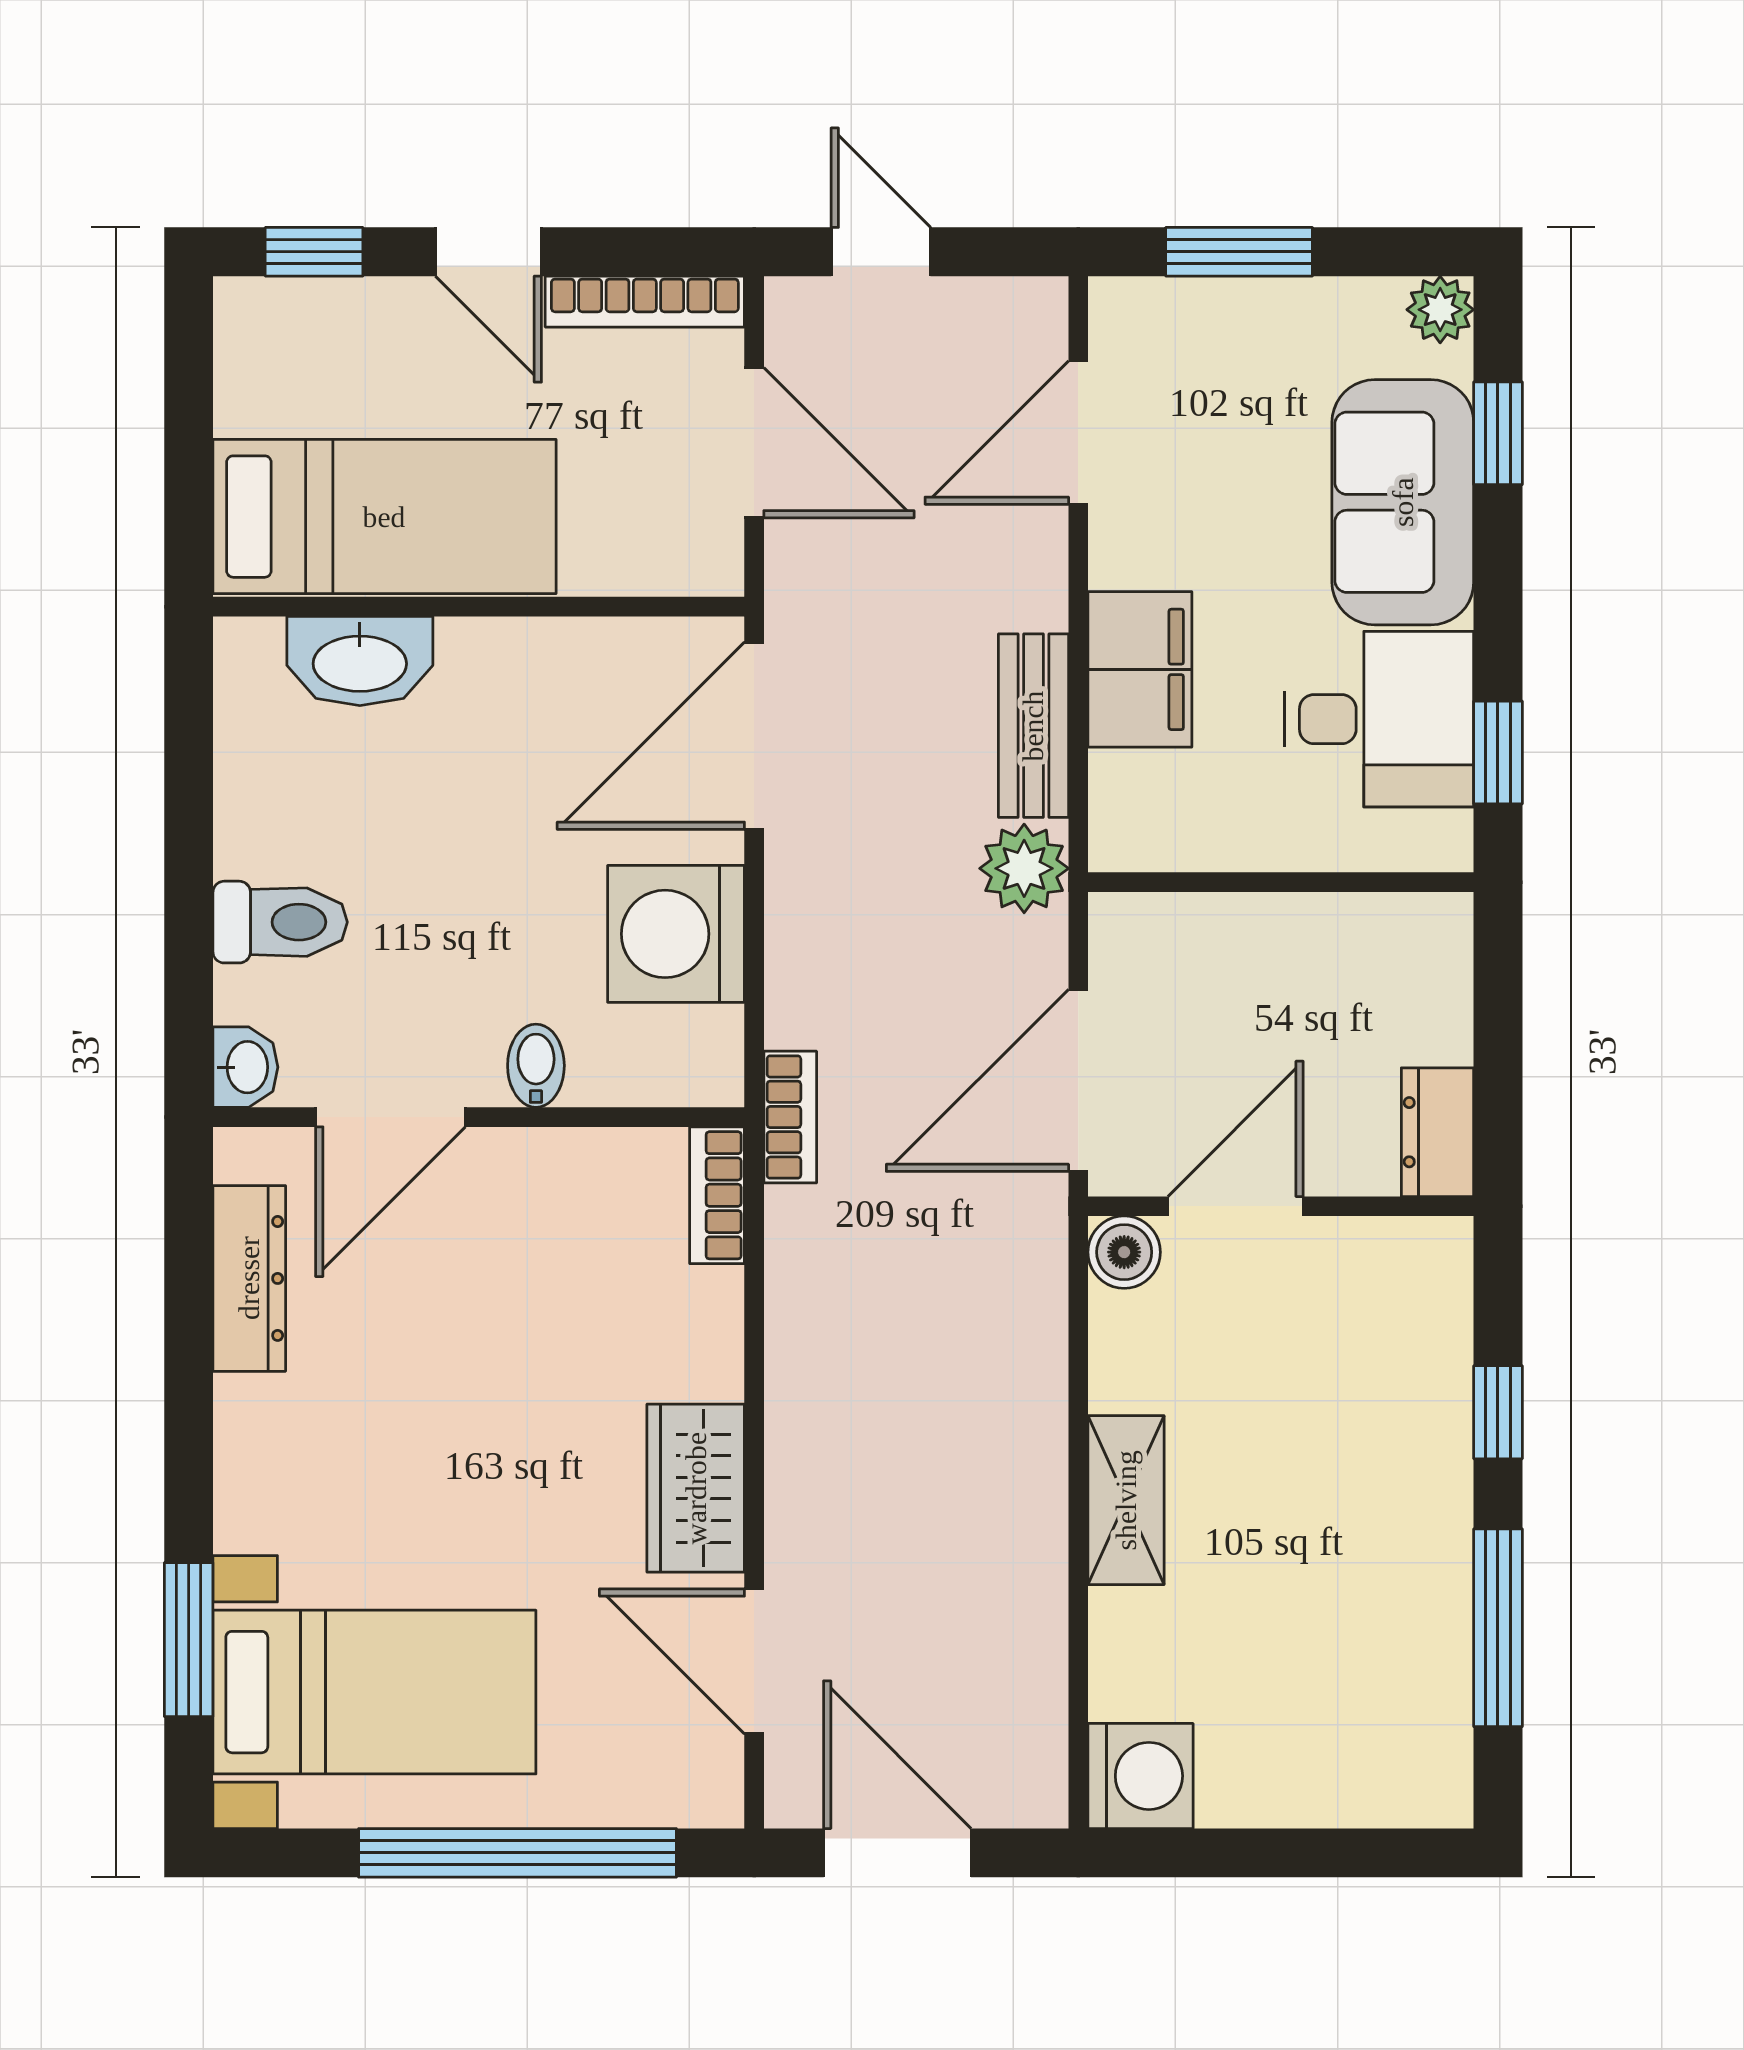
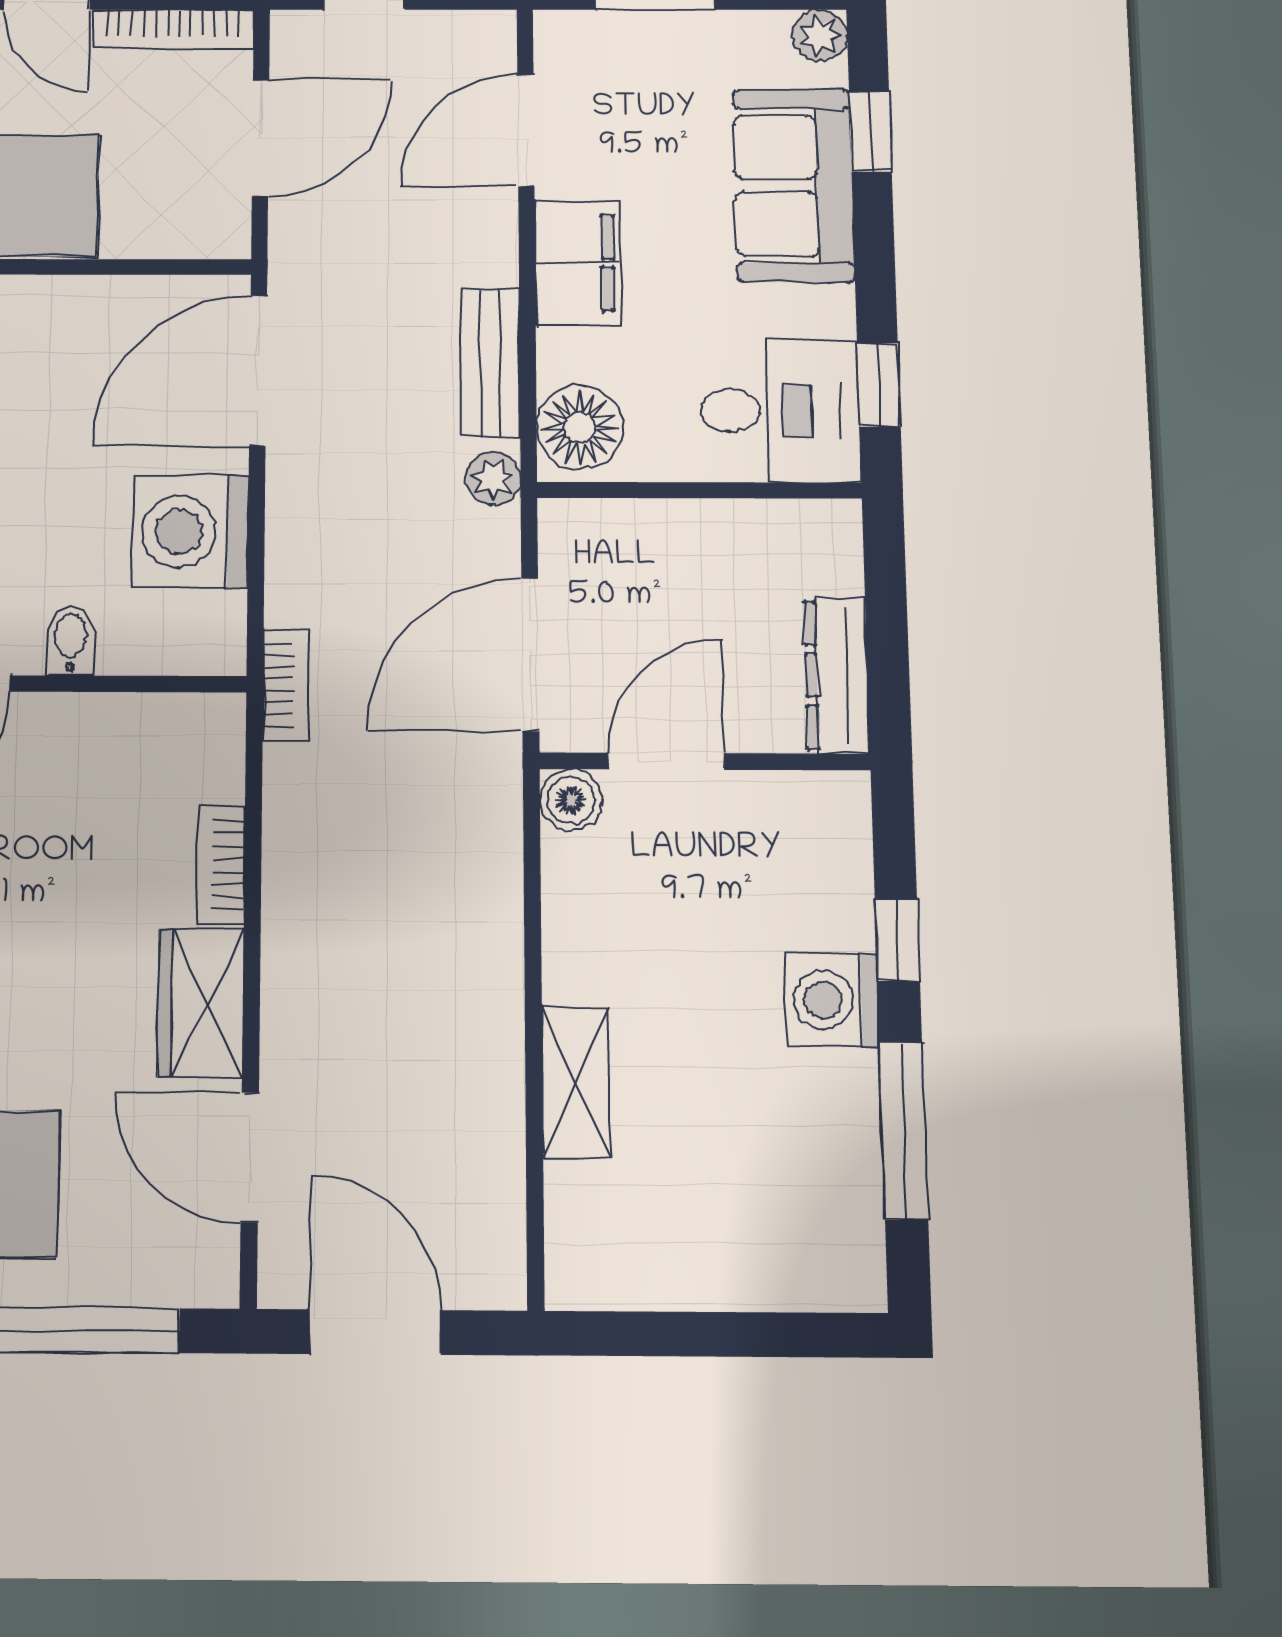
door: (754, 443) -> (261, 138), hinge flipped
filing cabinet: (1140, 669) -> (578, 263), moved
desk: (1379, 719) -> (780, 411), moved
floor lamp: (1140, 805) -> (580, 427), added
plant: (1024, 868) -> (493, 479), width x0.73, depth x0.73
dresser: (1437, 1132) -> (837, 675), width x1.44
bookcase: (717, 1195) -> (221, 865), moved
shelving: (1126, 1500) -> (576, 1082), moved
washing machine: (1141, 1776) -> (832, 1000), moved, turned 180

